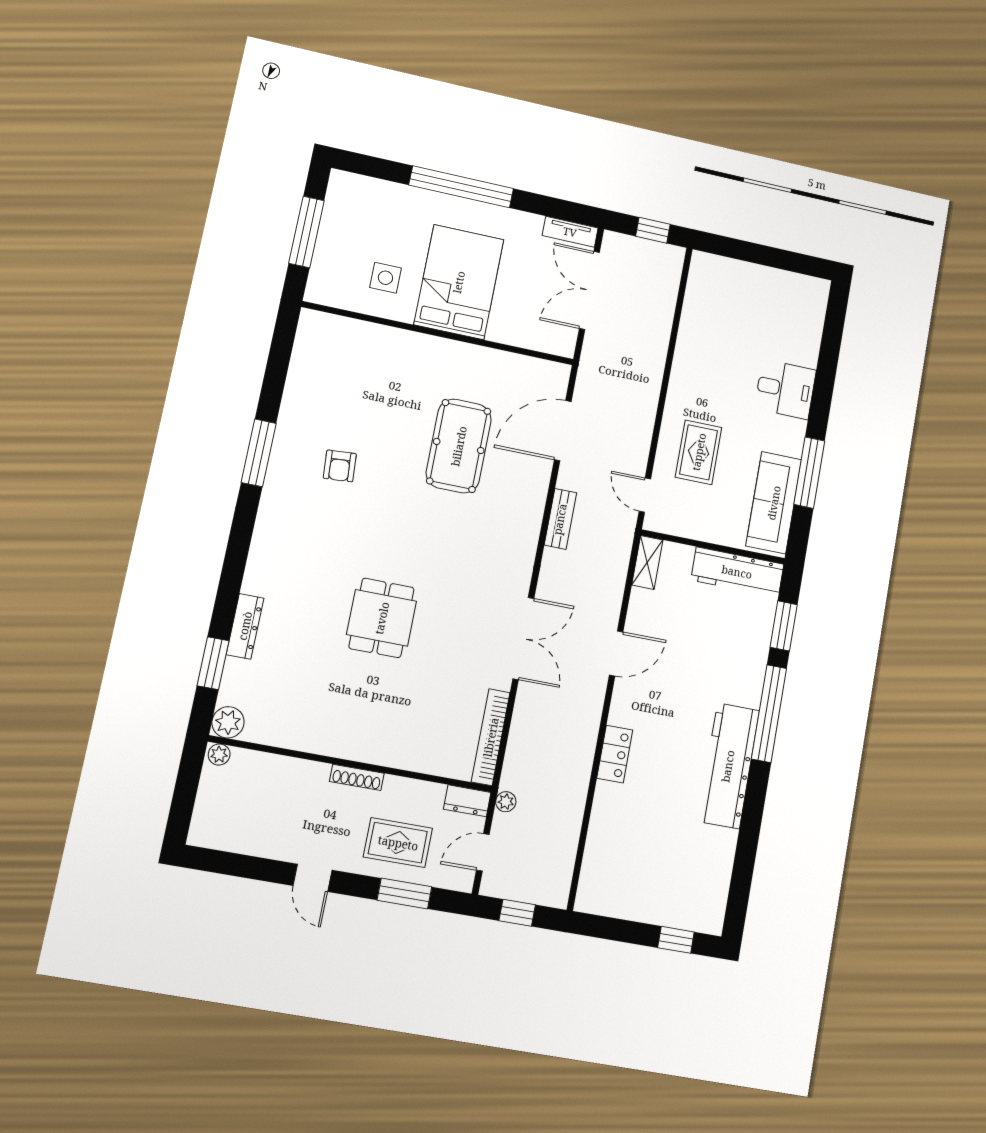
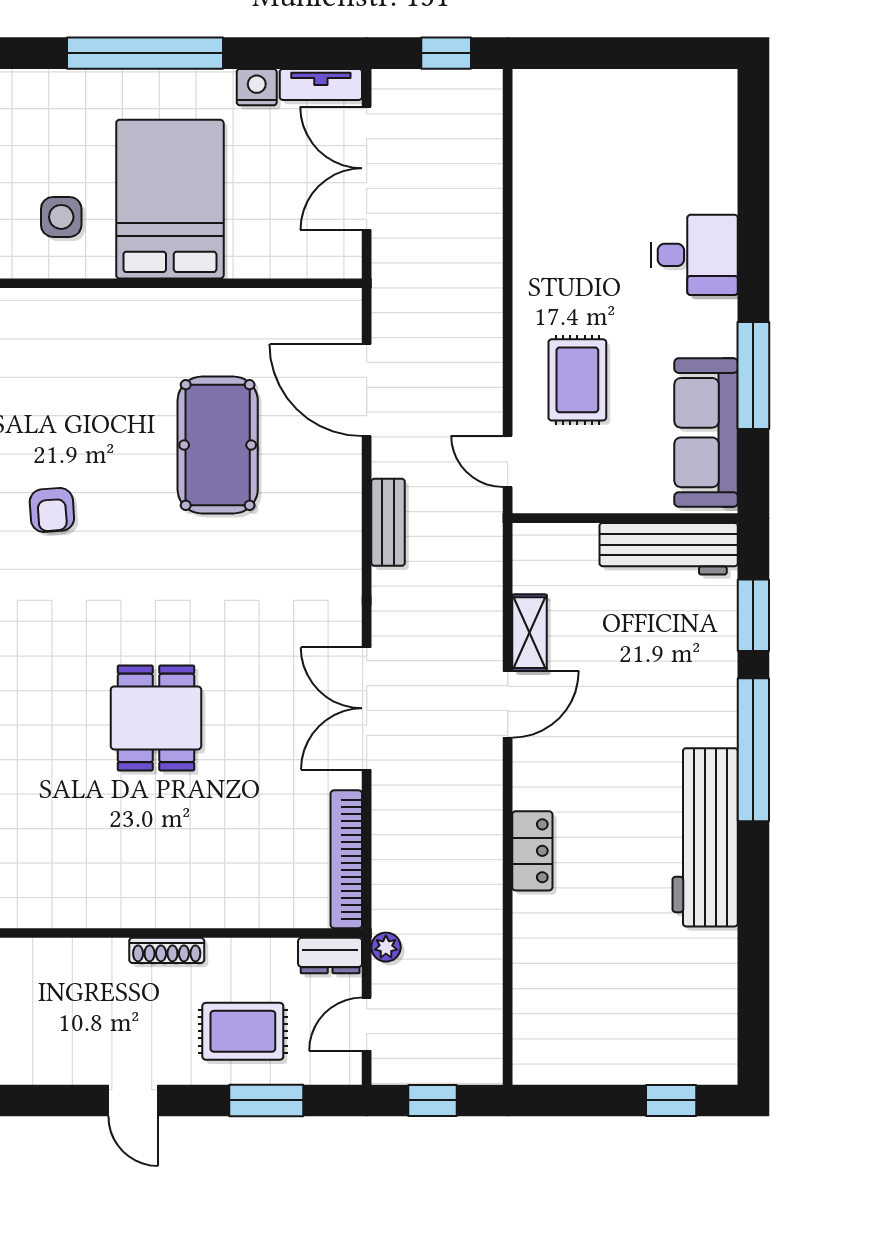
nightstand: (529, 224) -> (257, 87), added
door: (563, 431) -> (367, 390), hinge flipped
shelving: (647, 562) -> (529, 633), moved
double door: (523, 638) -> (367, 708), swing flipped

